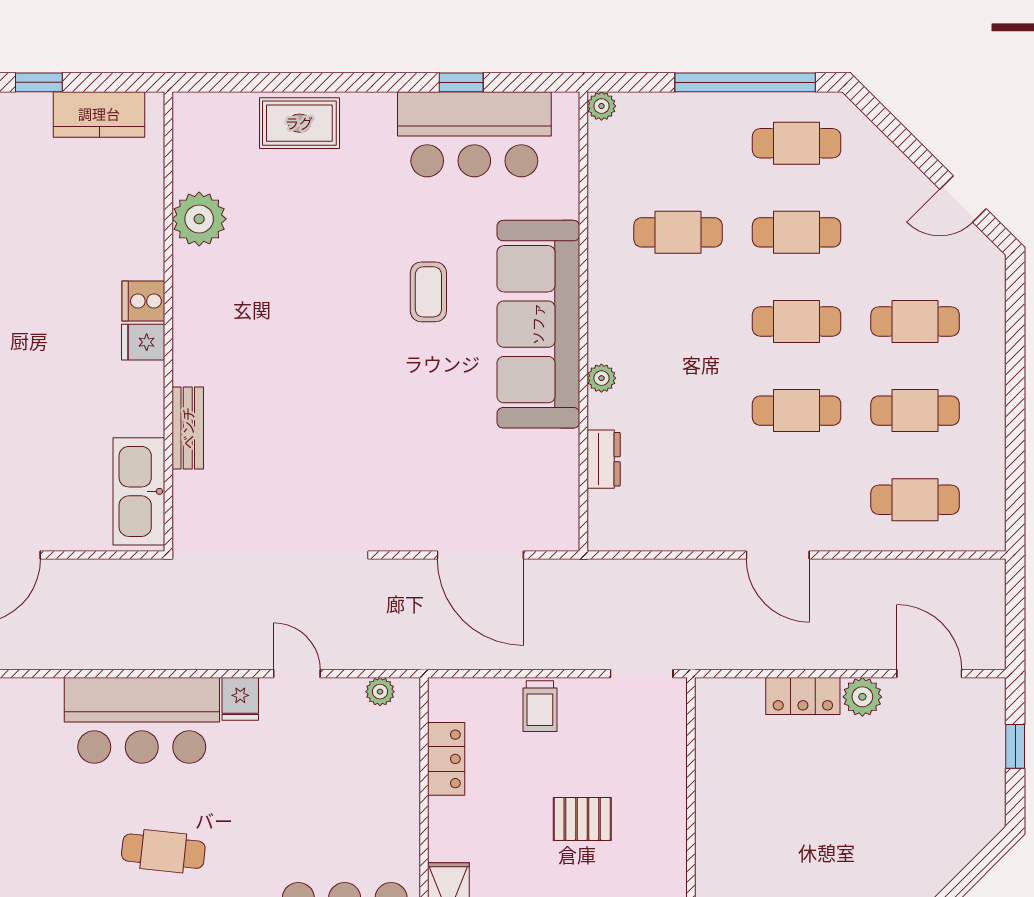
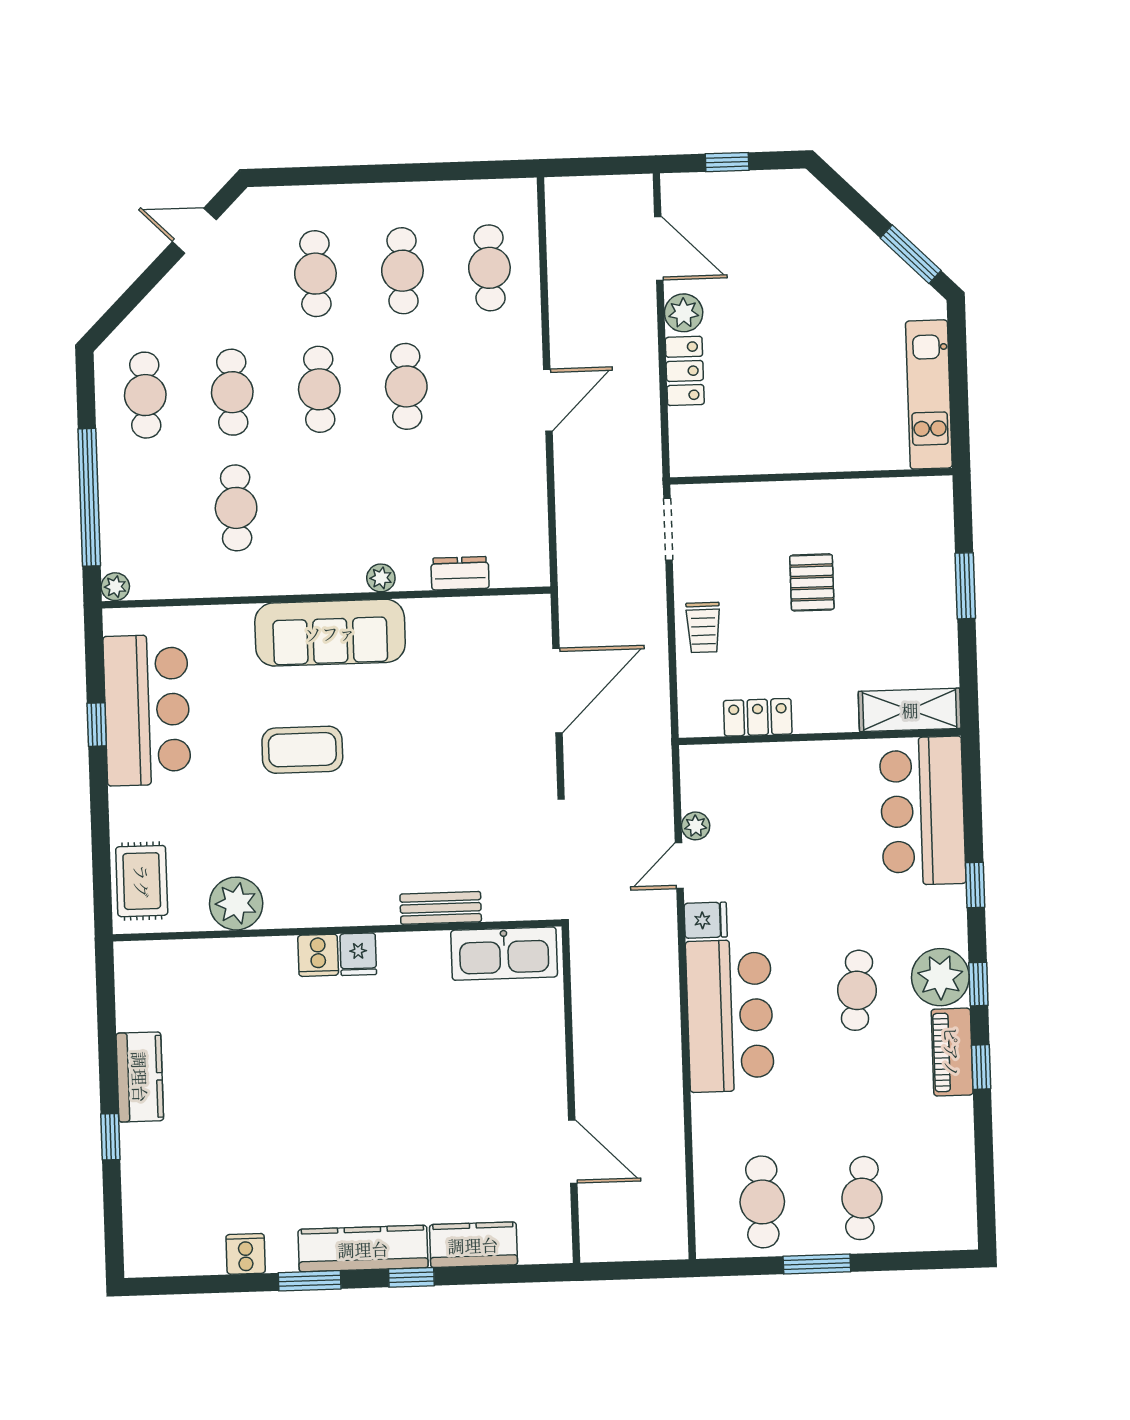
window: (745, 82) -> (89, 497), moved
door: (963, 199) -> (194, 231), swing flipped
plant: (199, 219) -> (236, 904), moved
coffee table: (428, 292) -> (302, 750), width x1.36, depth x1.30
cooker: (143, 301) -> (318, 955), moved
wall: (168, 321) -> (337, 930), moved
sofa: (538, 324) -> (330, 633), width x0.74, depth x0.79
fridge: (143, 342) -> (358, 954), moved
bench: (188, 428) -> (441, 908), moved
kitchen sink: (139, 491) -> (504, 954), moved
door: (929, 674) -> (659, 248), swing flipped
plant: (380, 692) -> (696, 826), moved
trolley: (540, 706) -> (703, 627), turned 90

